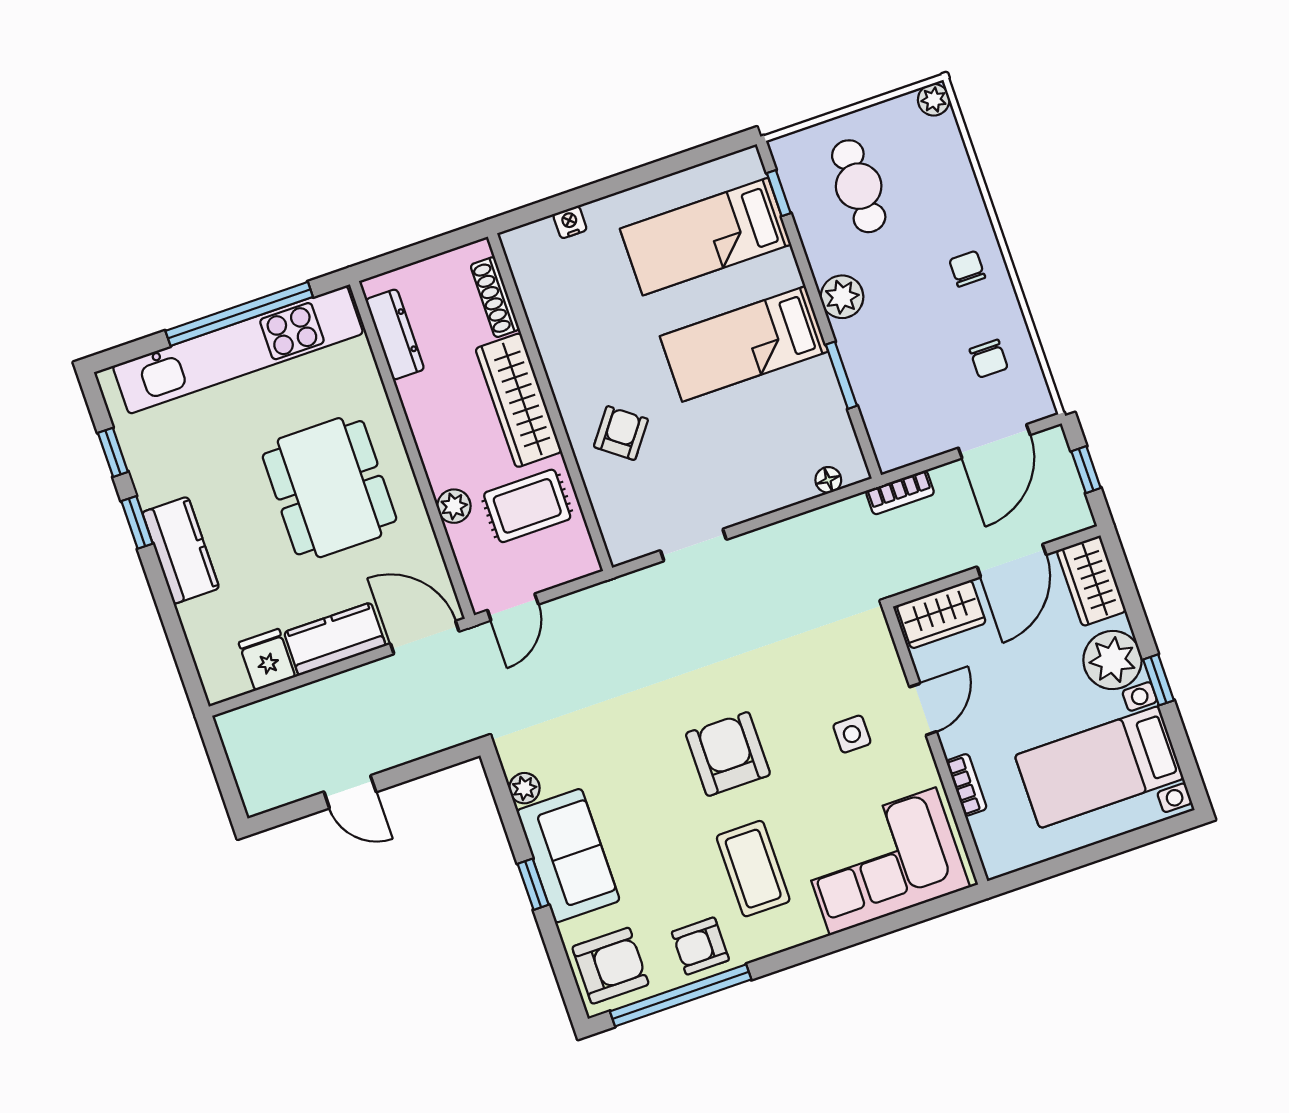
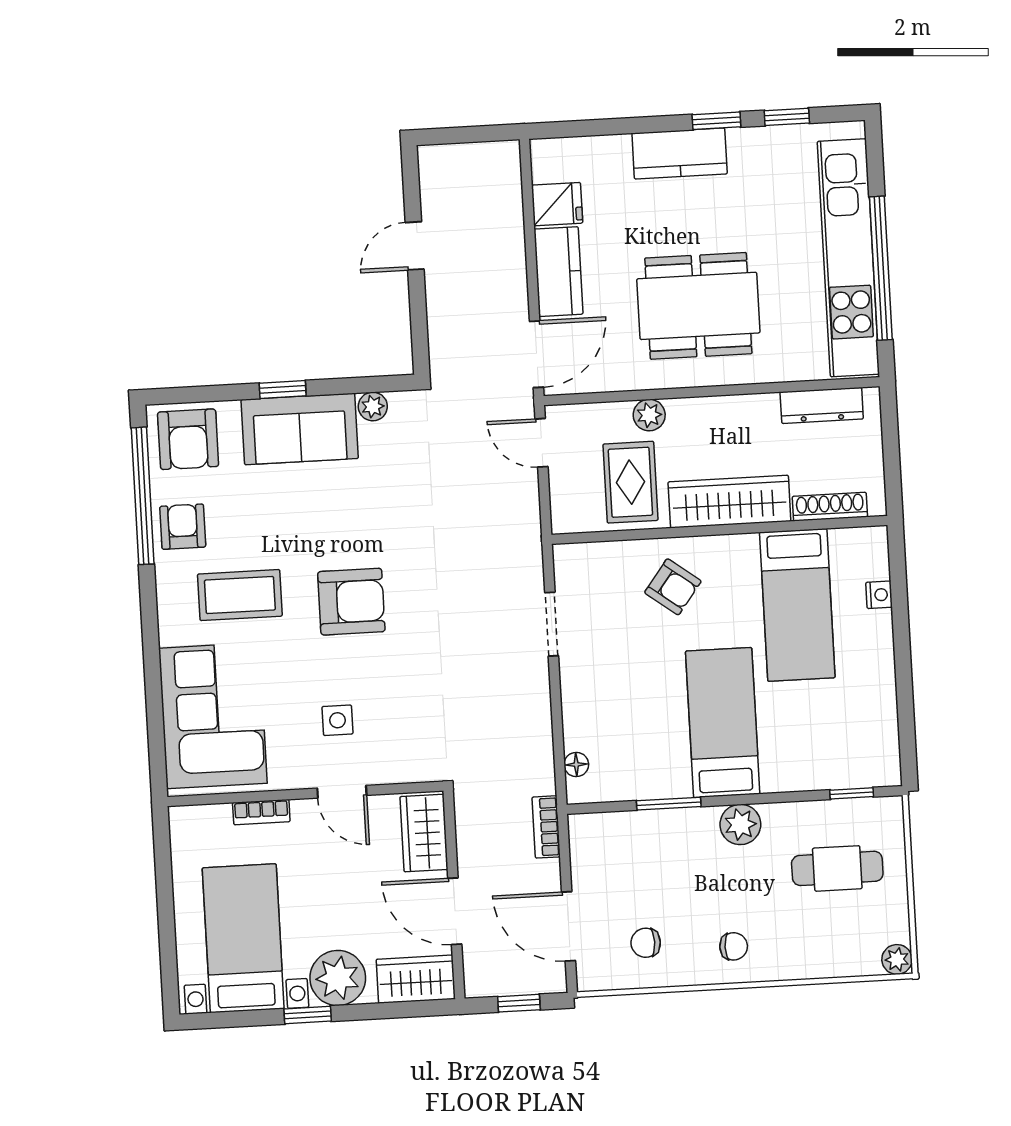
bed: (706, 237) -> (797, 605), moved, turned 180

